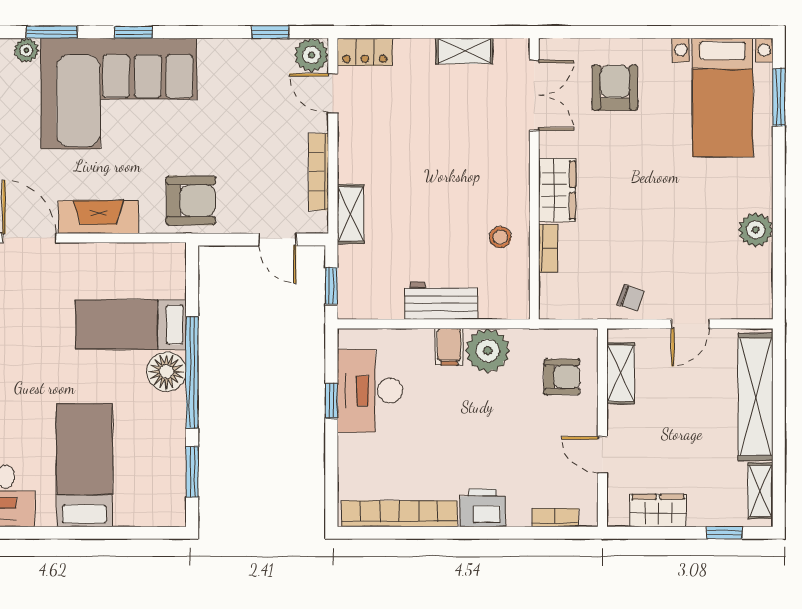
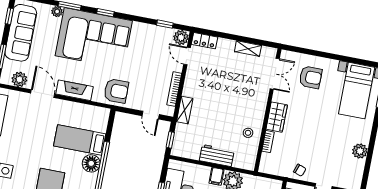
armchair: (615, 88) -> (311, 77), turned 90

